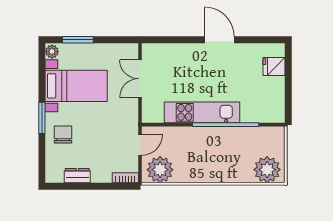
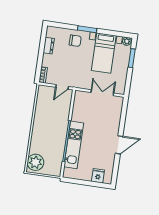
kitchen unit: (202, 112) -> (74, 145), moved
door: (140, 145) -> (62, 87), hinge flipped
plant: (160, 170) -> (45, 97), removed

